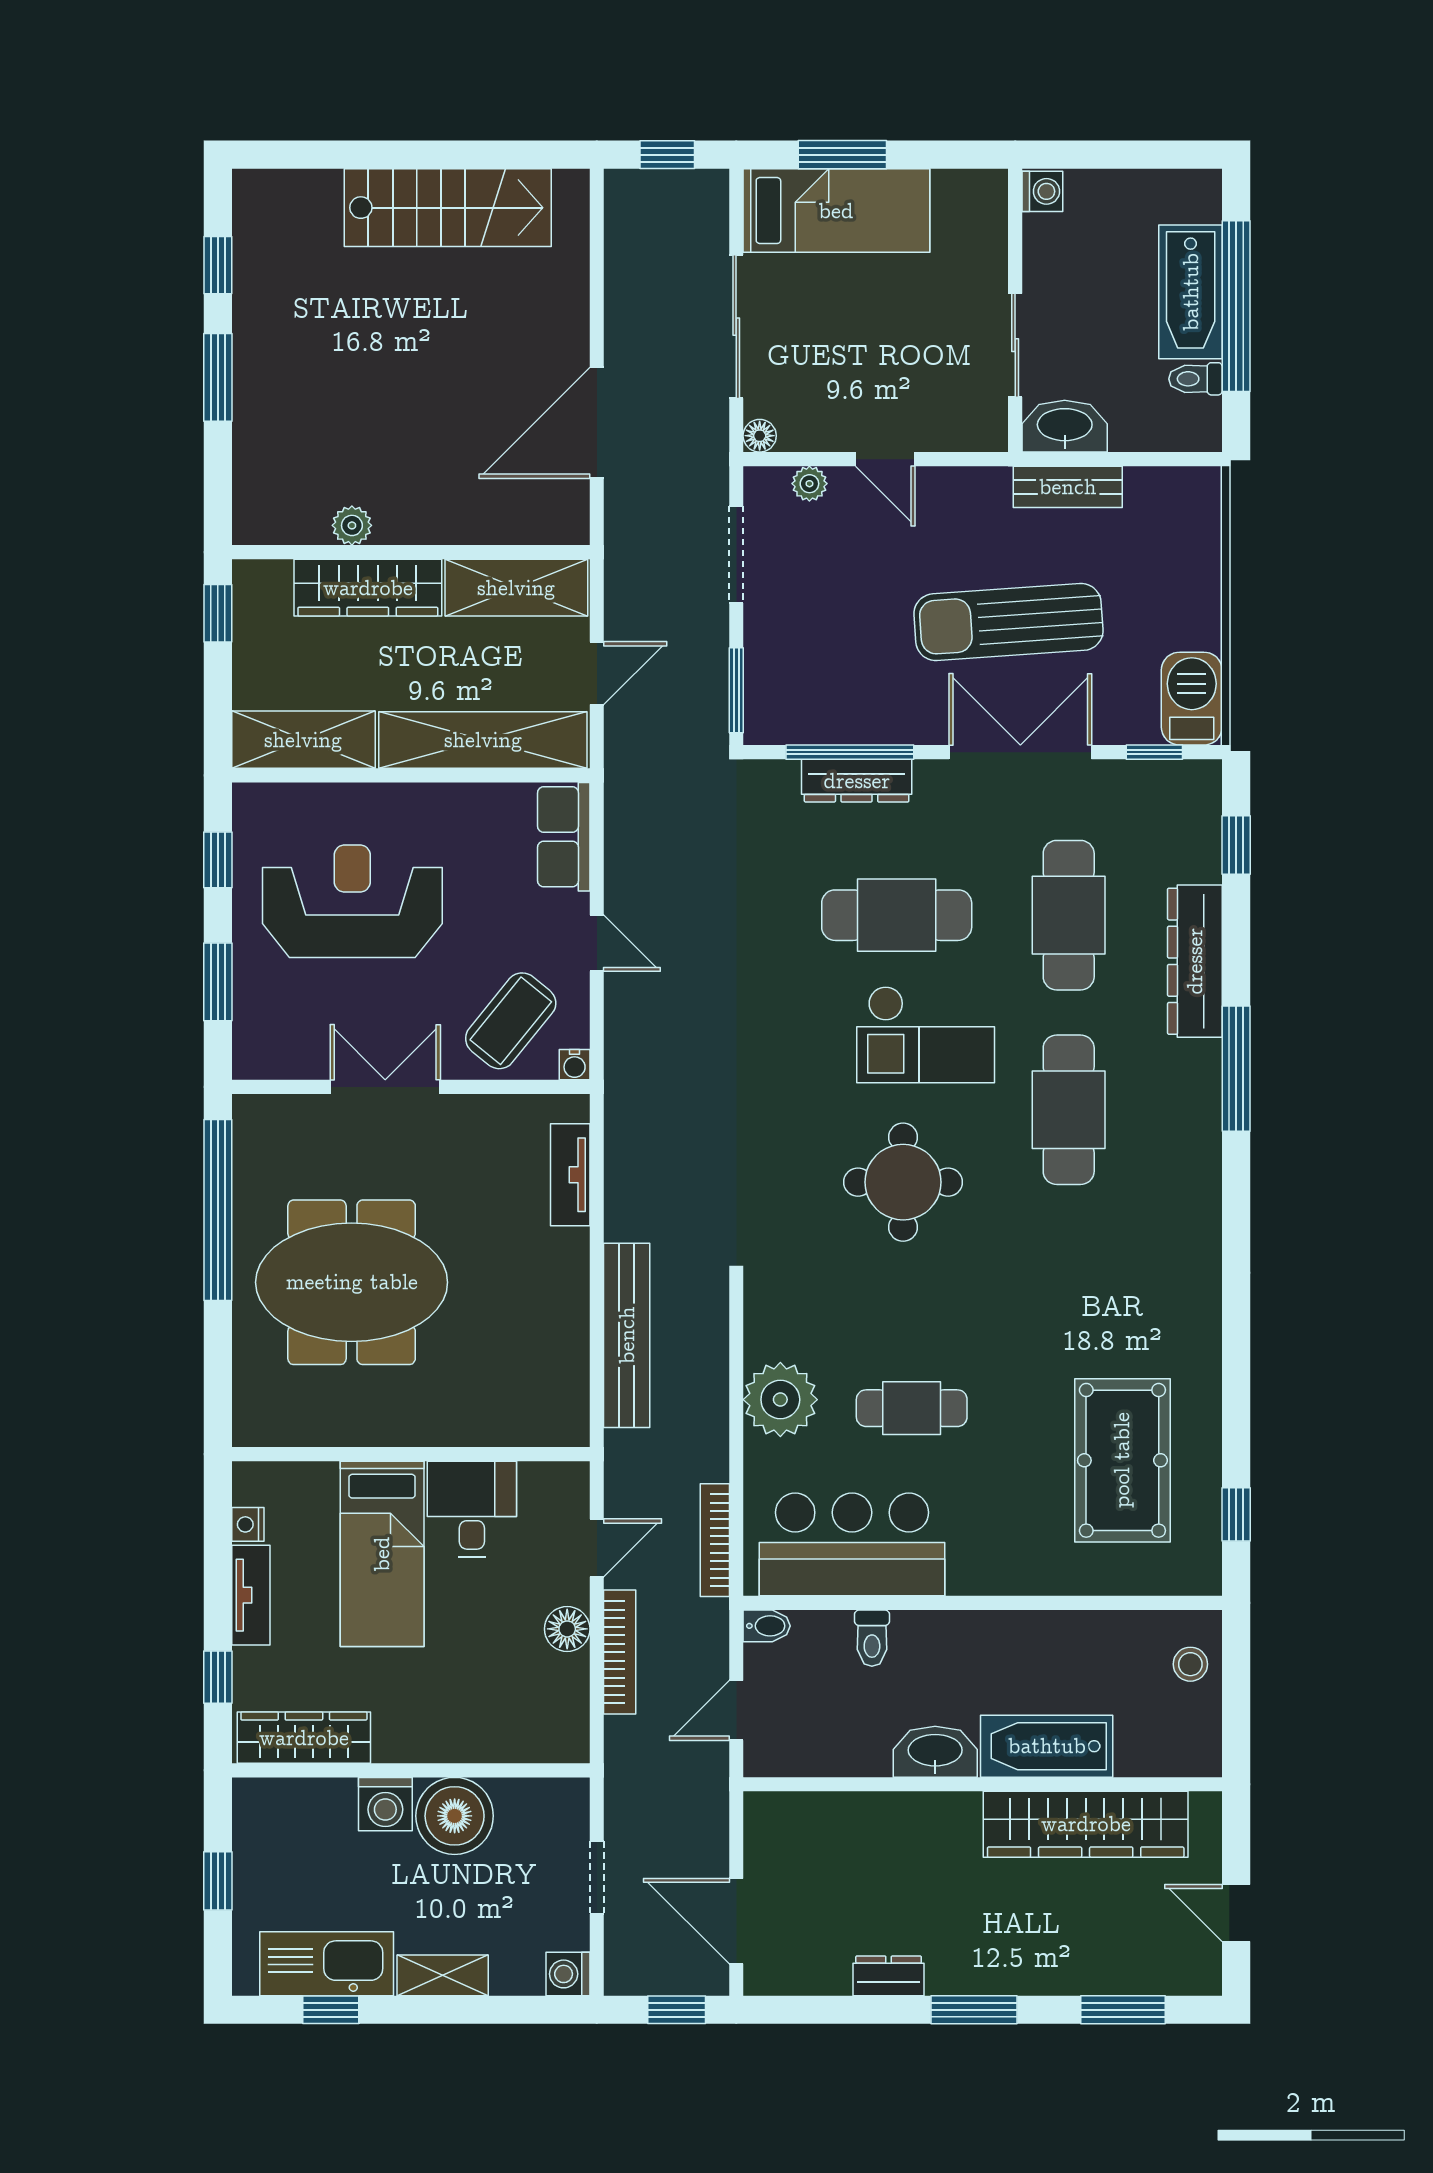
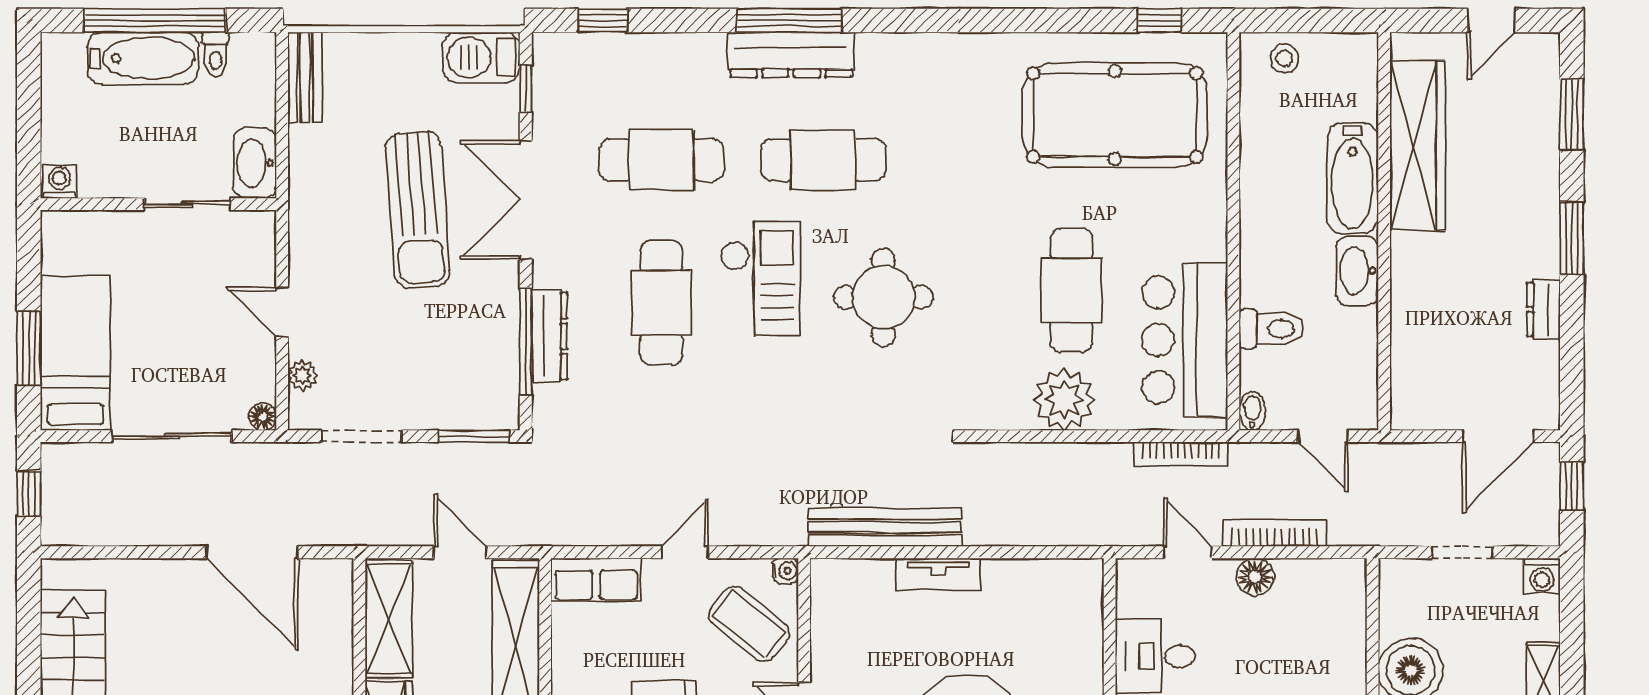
door: (885, 459) -> (282, 312), swing flipped
bench: (1068, 487) -> (305, 77), moved
dresser: (1195, 961) -> (791, 55), moved
tv unit: (570, 1175) -> (938, 574), moved
bench: (627, 1335) -> (885, 527), moved
cafe table: (912, 1408) -> (1071, 290), width x1.37, depth x1.35
pool table: (1122, 1460) -> (1115, 115), width x1.36, depth x1.32
toilet: (872, 1638) -> (1272, 329), width x1.37, depth x1.39

